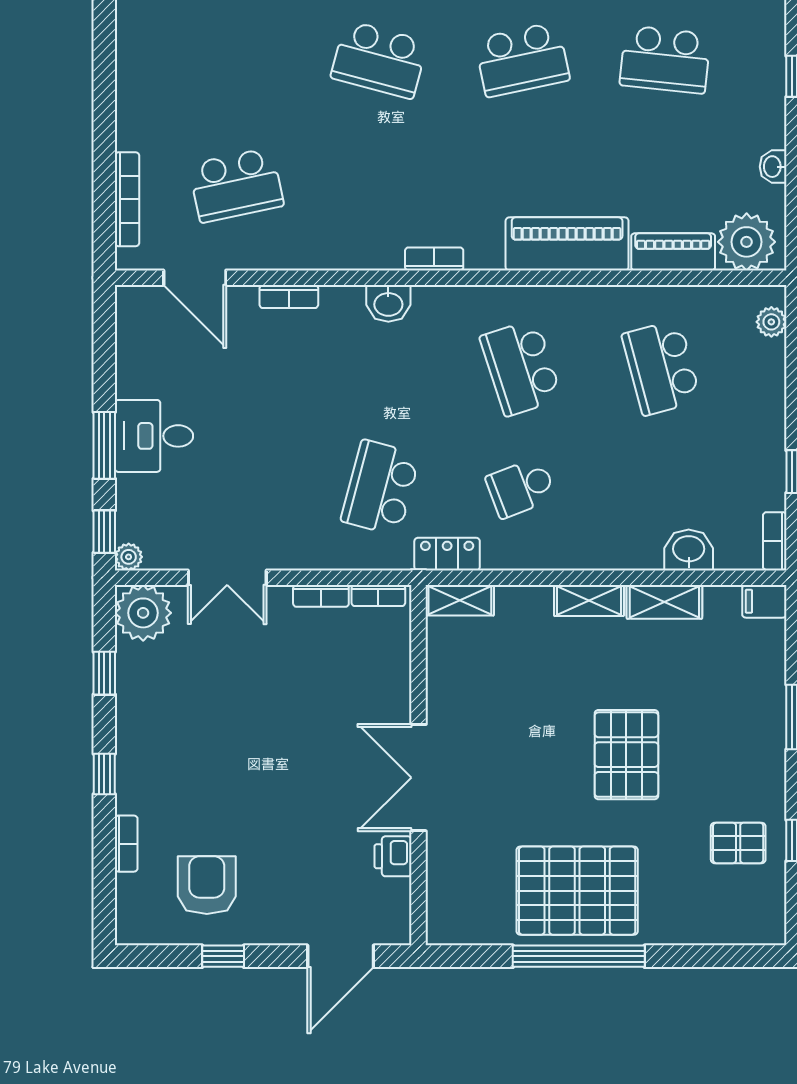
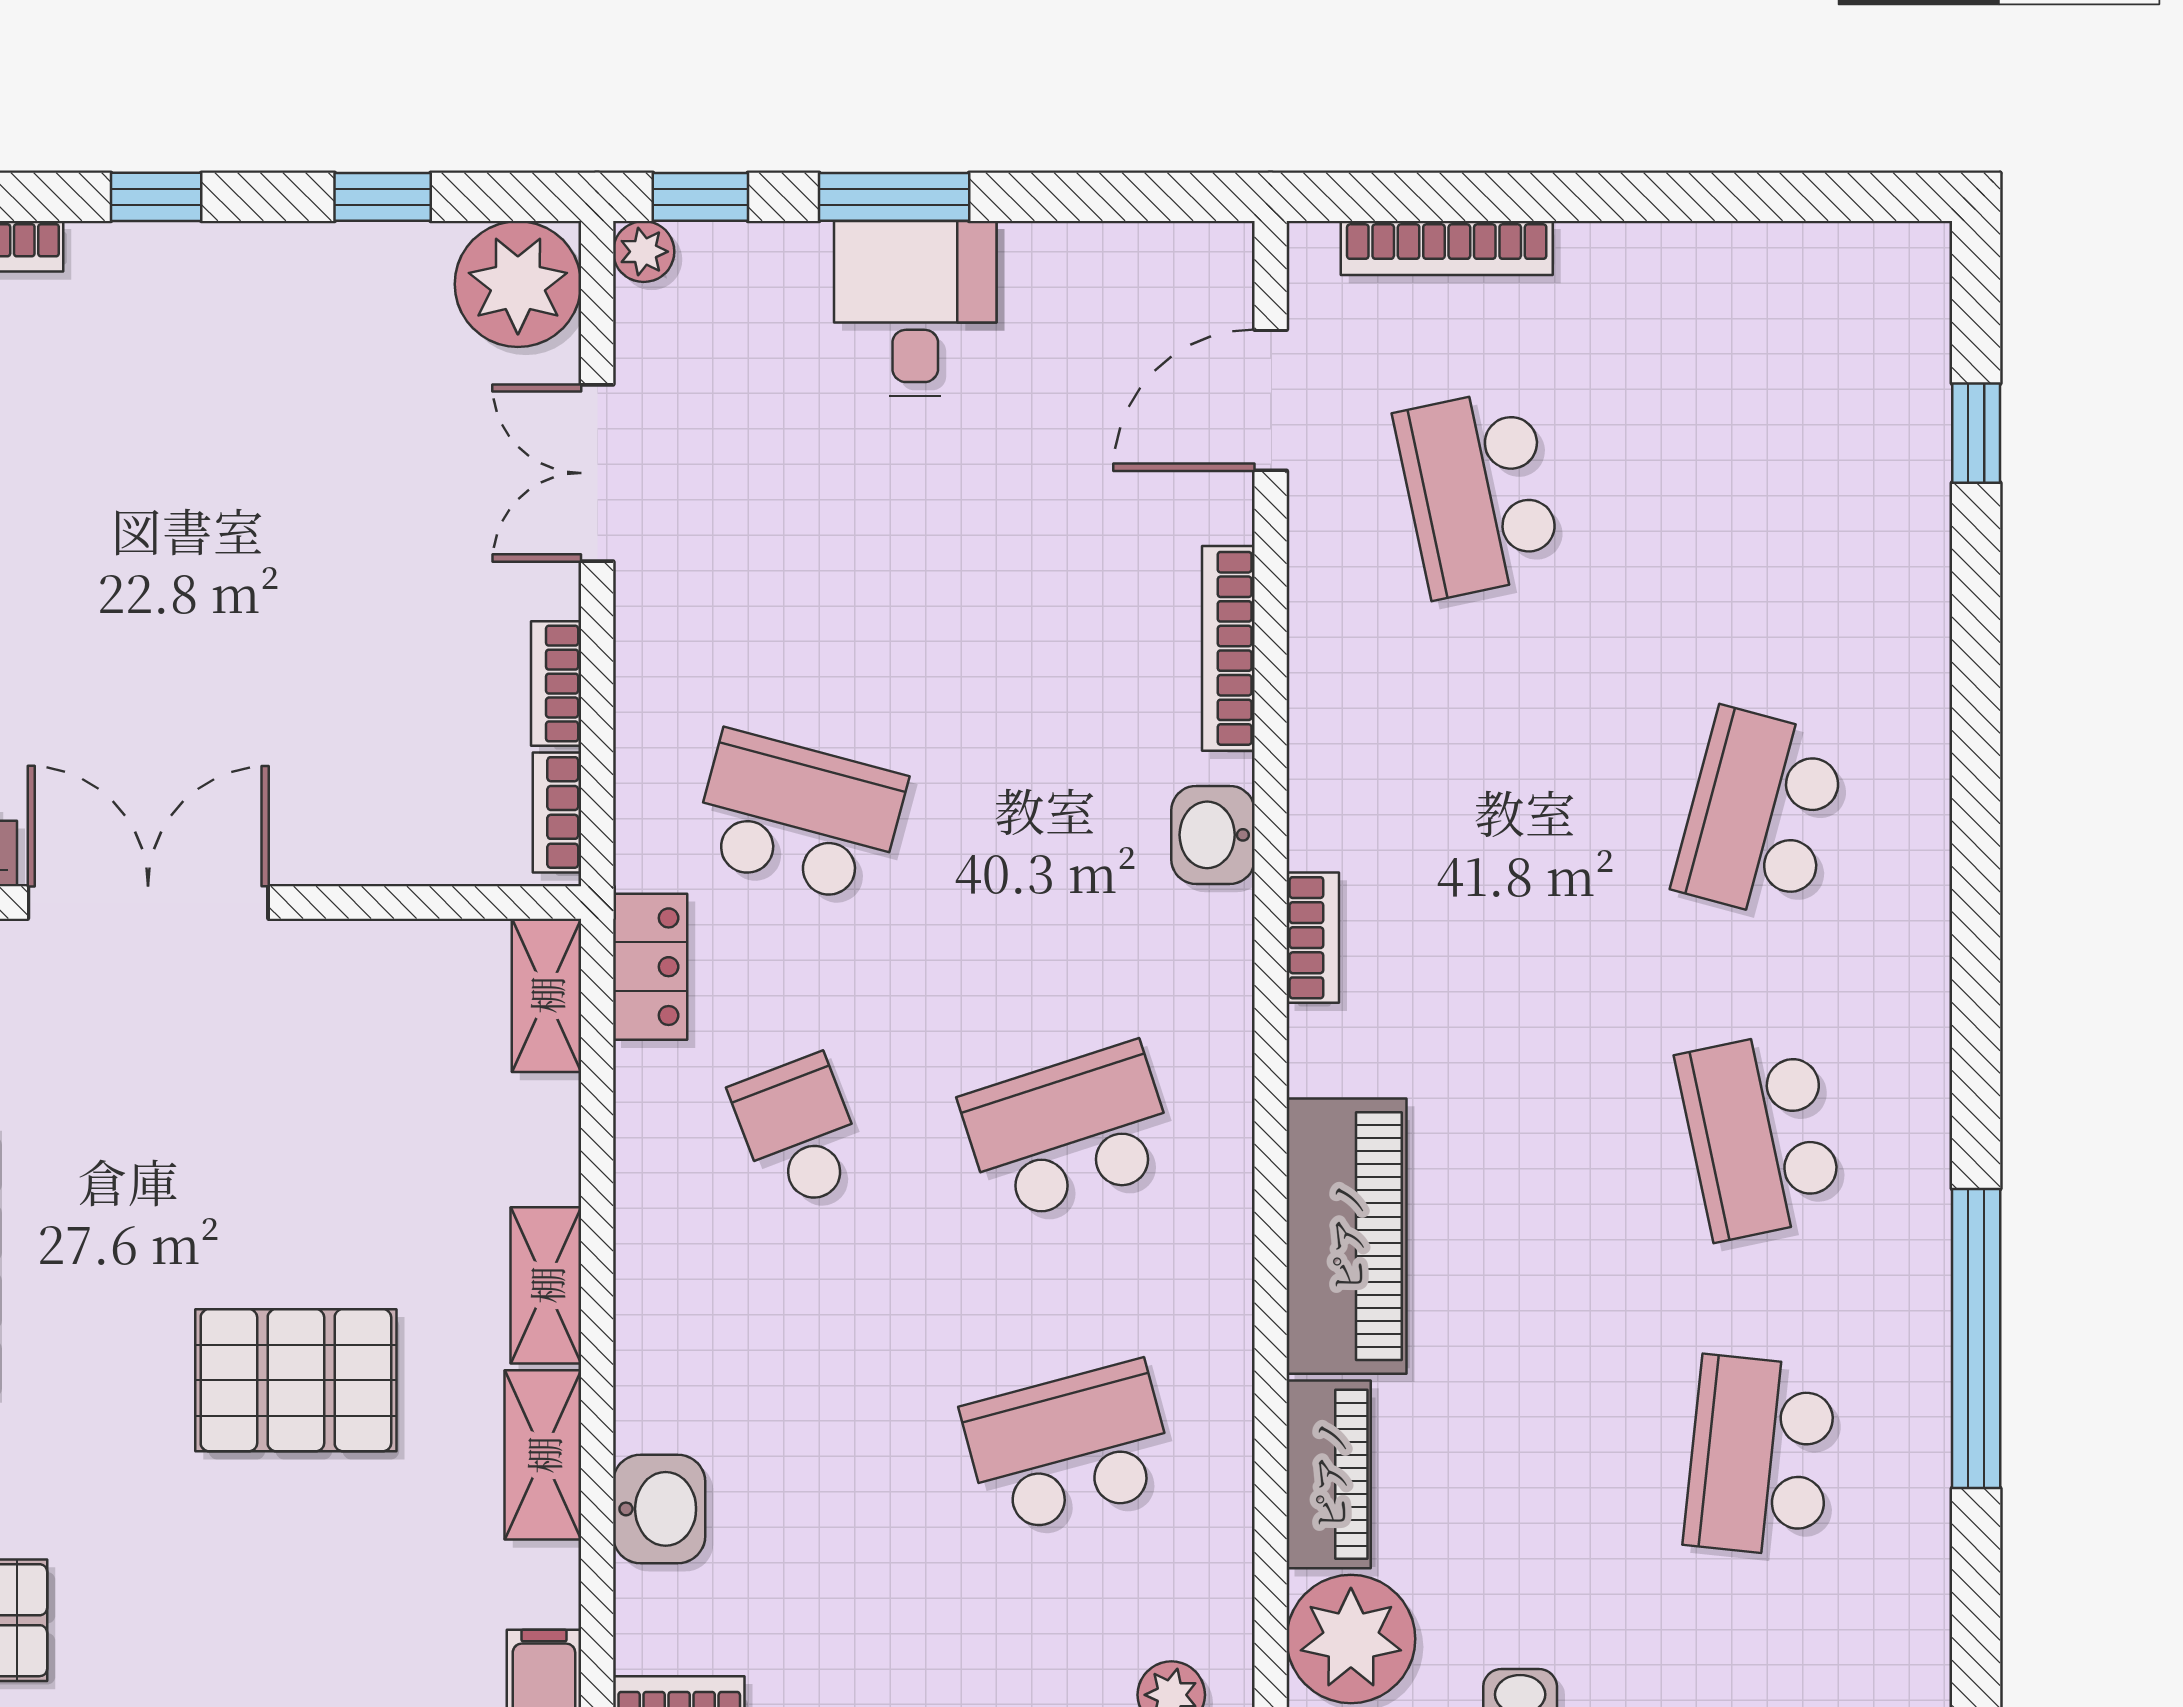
bookcase: (289, 297) -> (1228, 648), width x1.56
pallet: (626, 755) -> (296, 1380), moved

